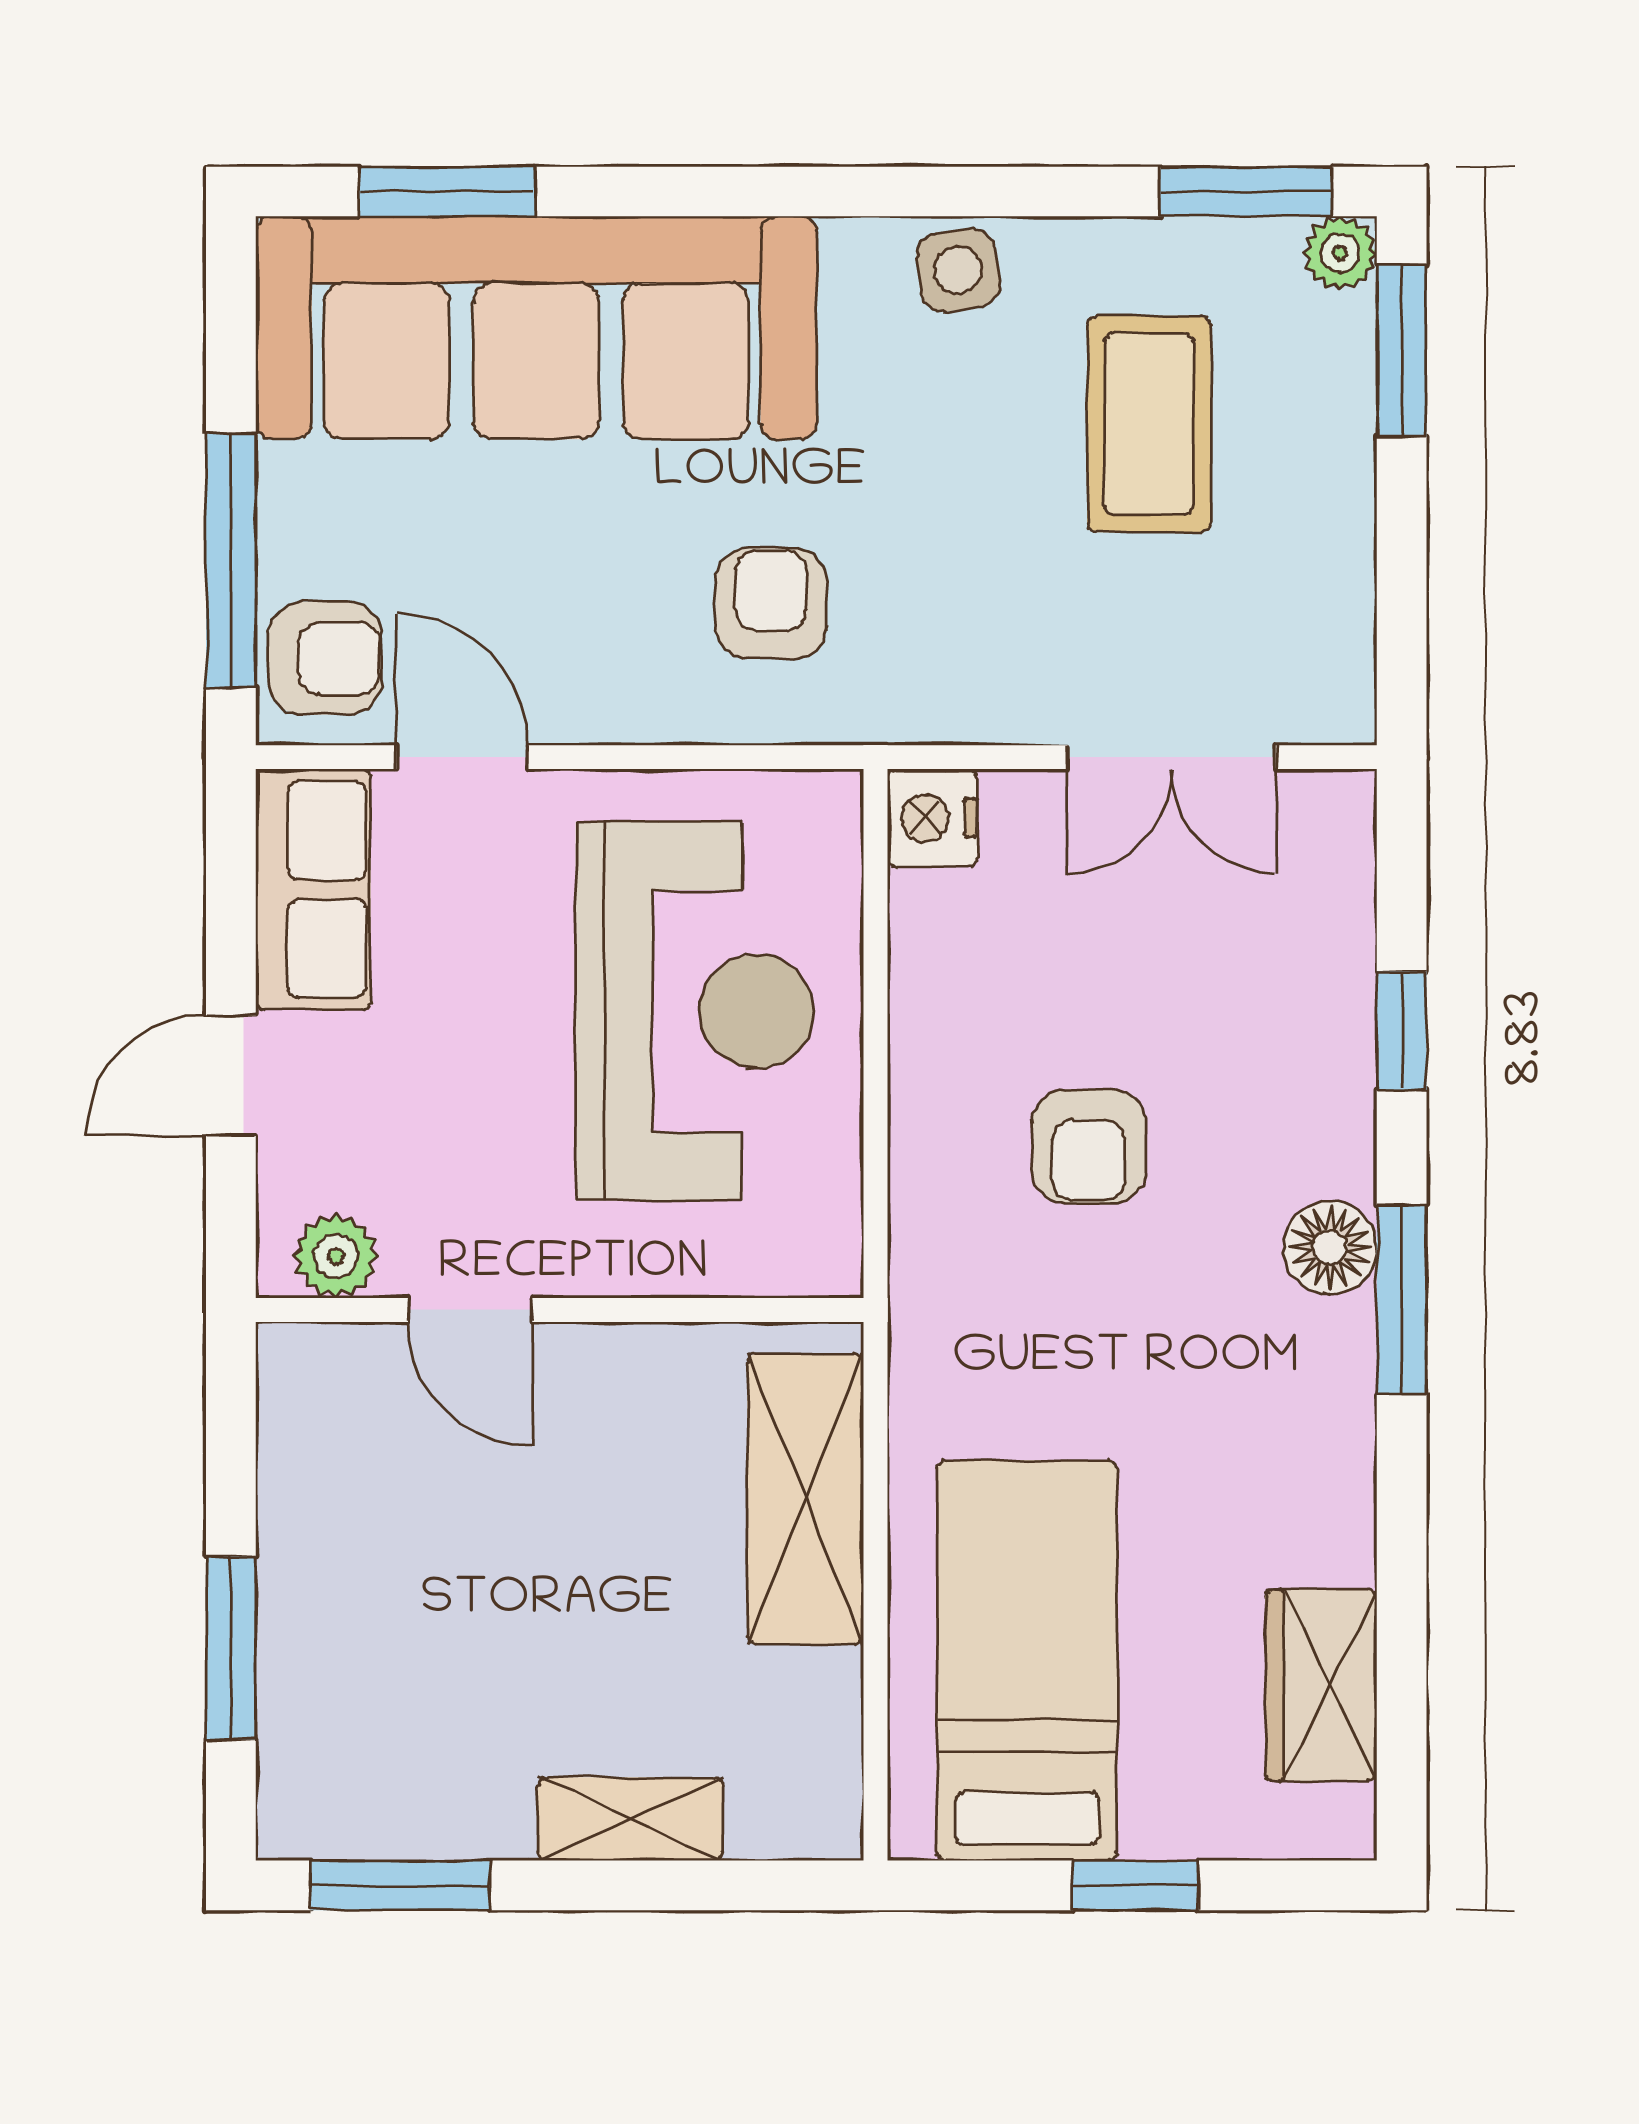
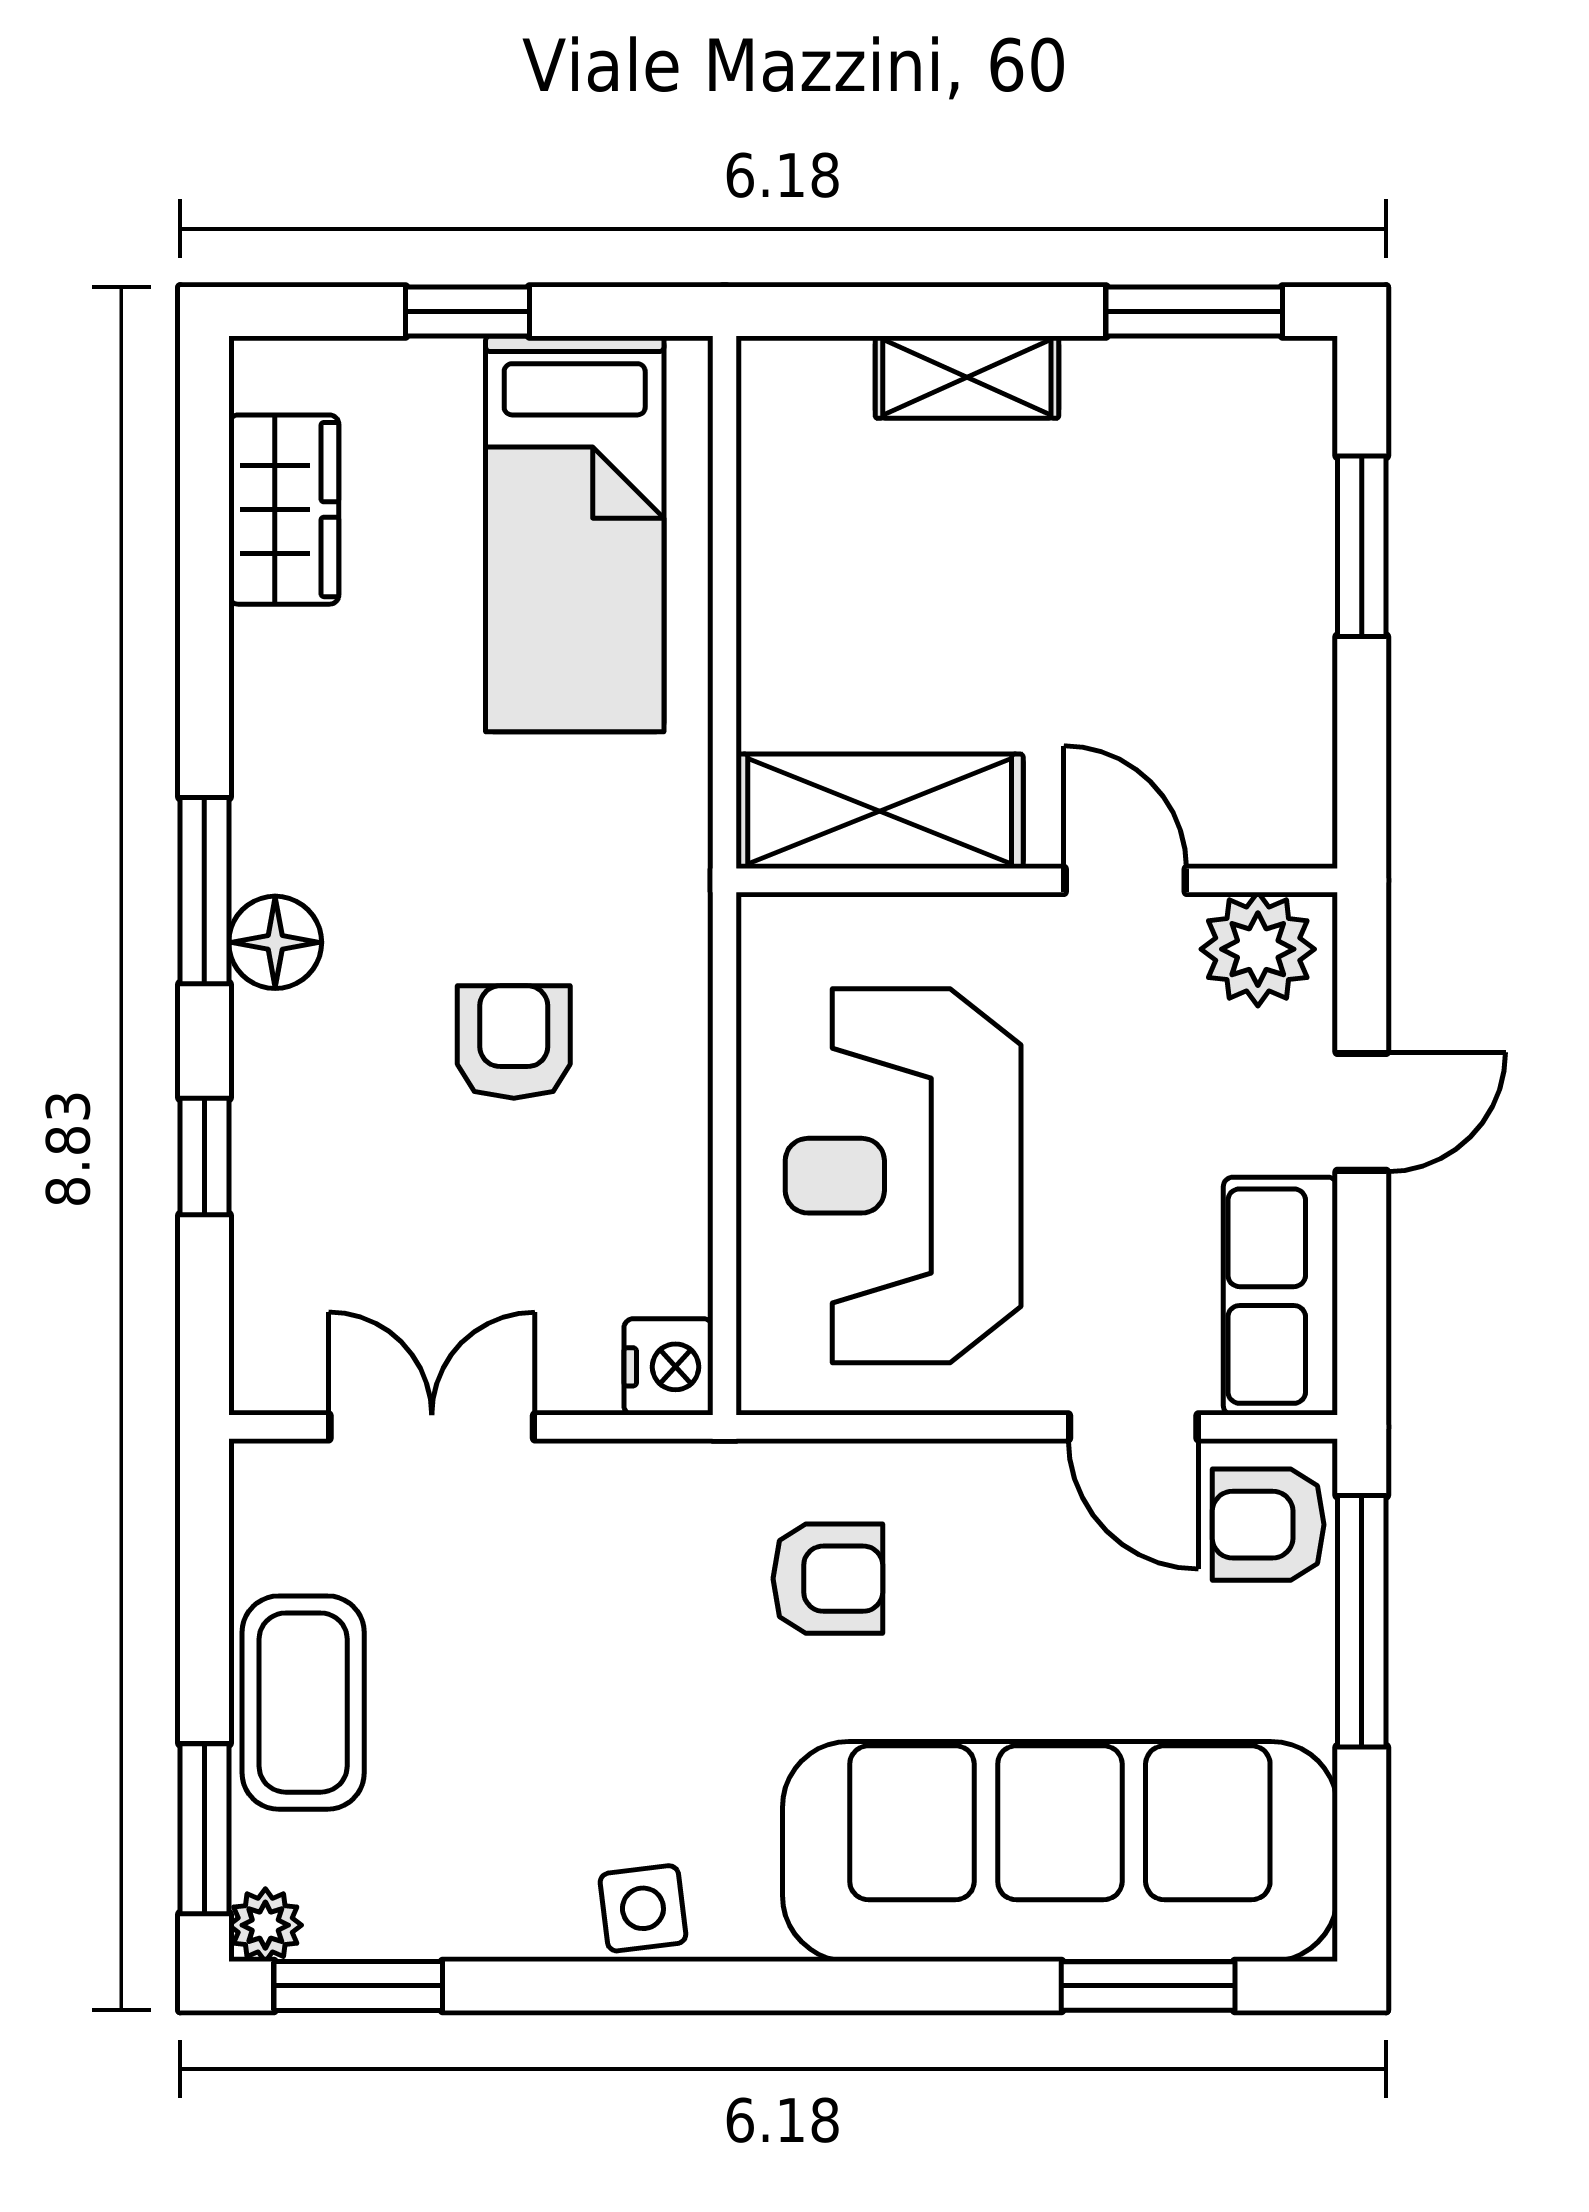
coffee table: (1149, 424) -> (303, 1703), moved
armchair: (771, 604) -> (828, 1579), turned -90
plant: (336, 1256) -> (1258, 949), width x1.38, depth x1.38
shelving: (806, 1499) -> (880, 811), moved, turned 90

